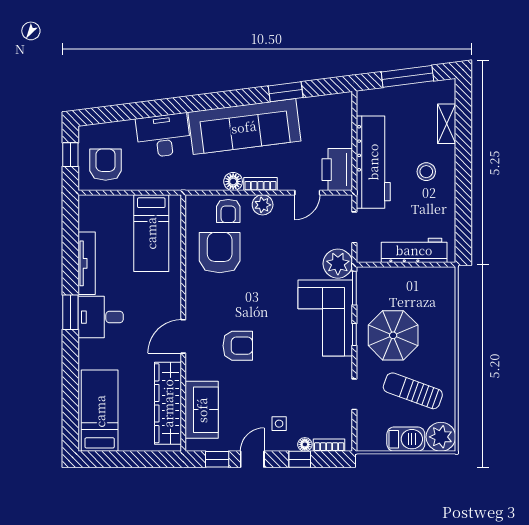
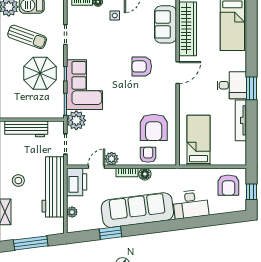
plant: (344, 123) -> (72, 212), added
plant: (263, 205) -> (112, 159), moved

